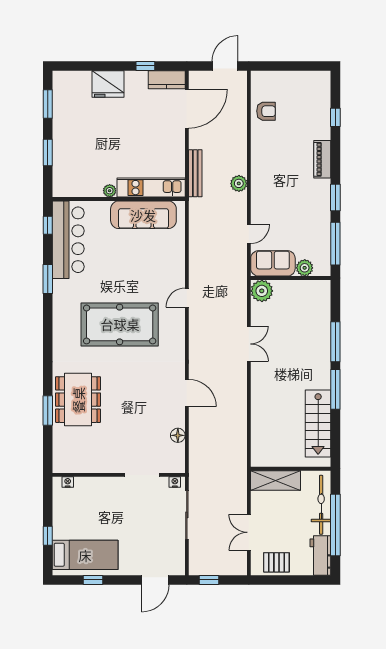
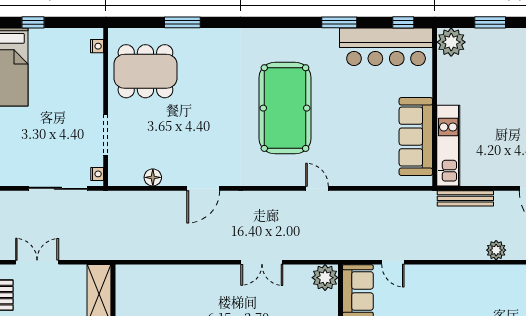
plant: (239, 183) -> (496, 250), moved
plant: (110, 191) -> (451, 42), moved, width x1.88, depth x1.88
dining table: (78, 400) -> (145, 71), moved

